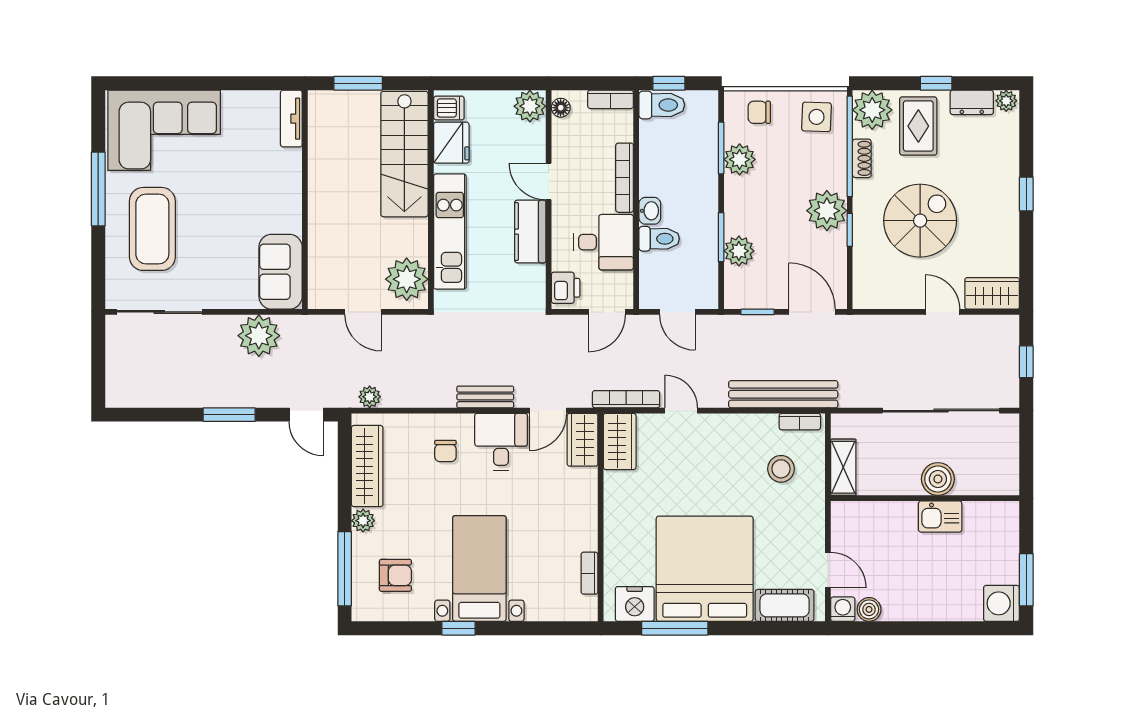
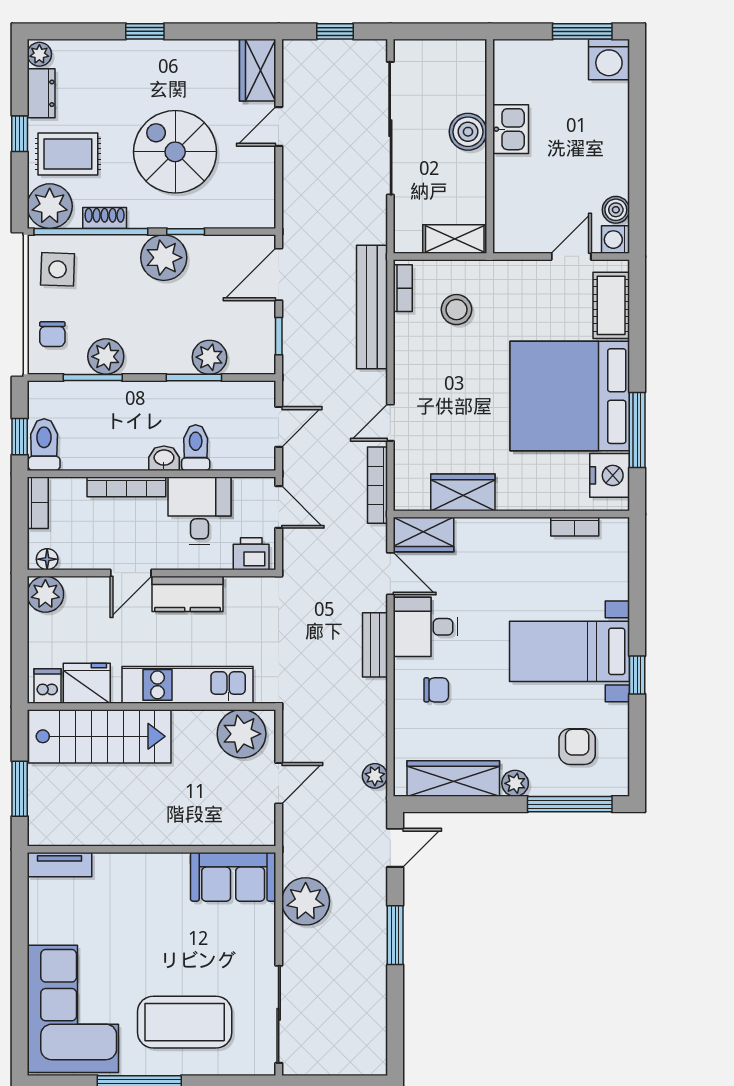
wardrobe: (620, 441) -> (463, 492), moved

